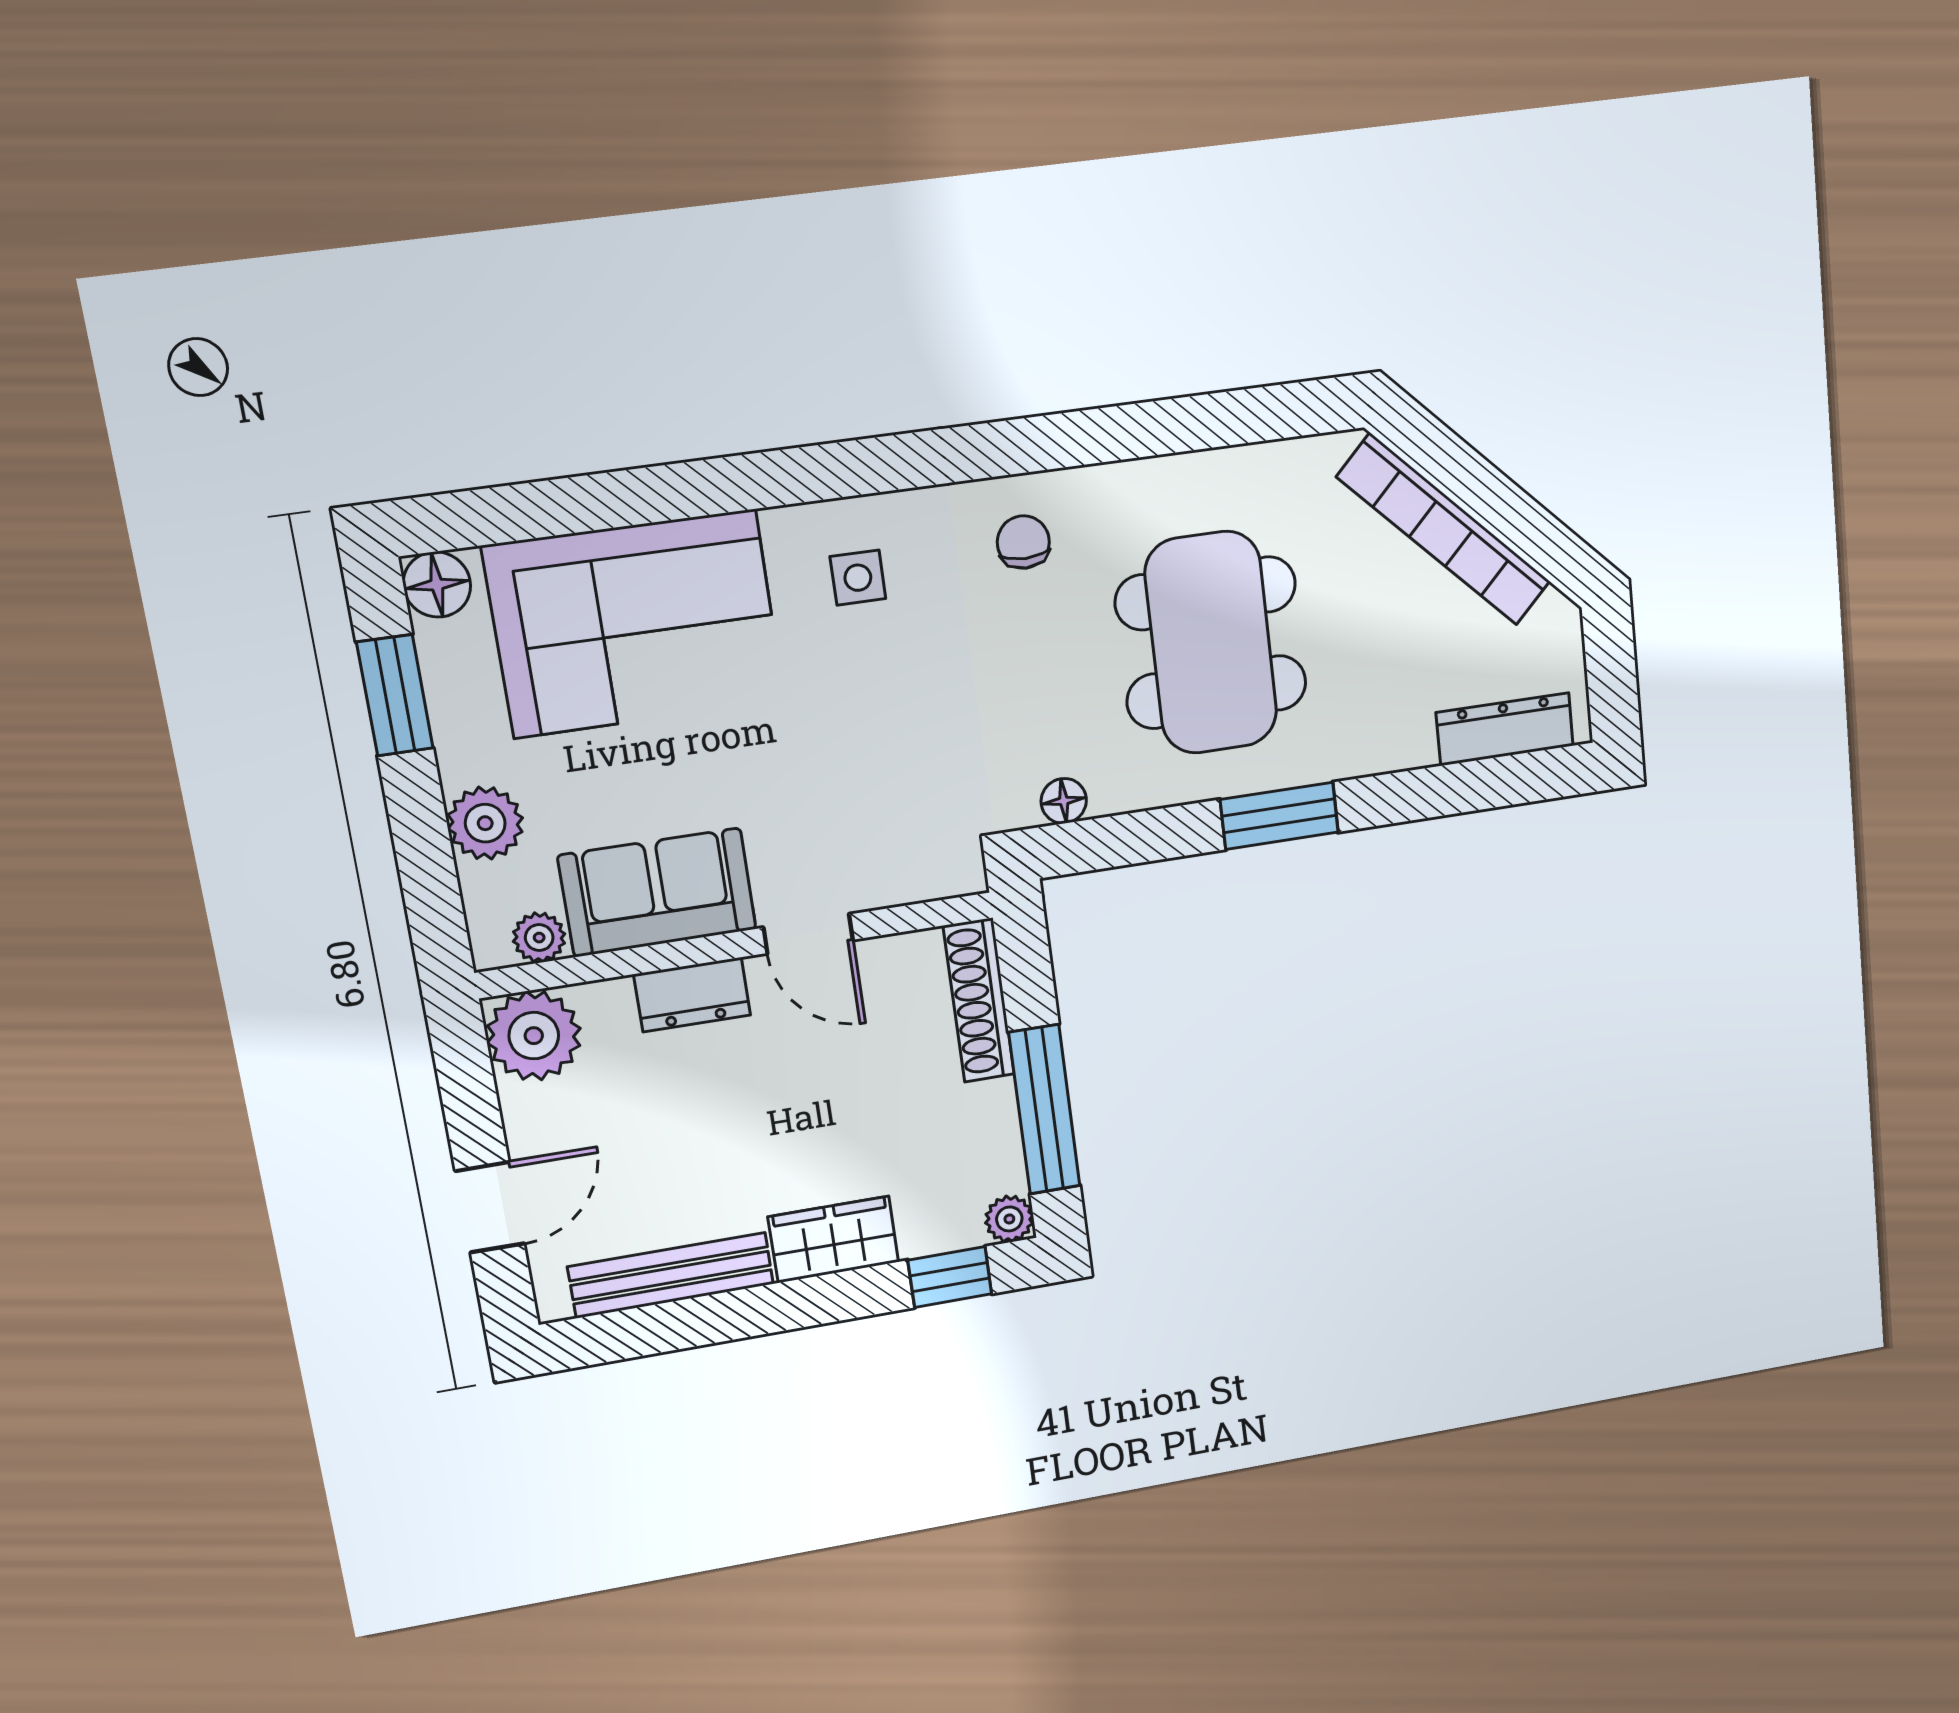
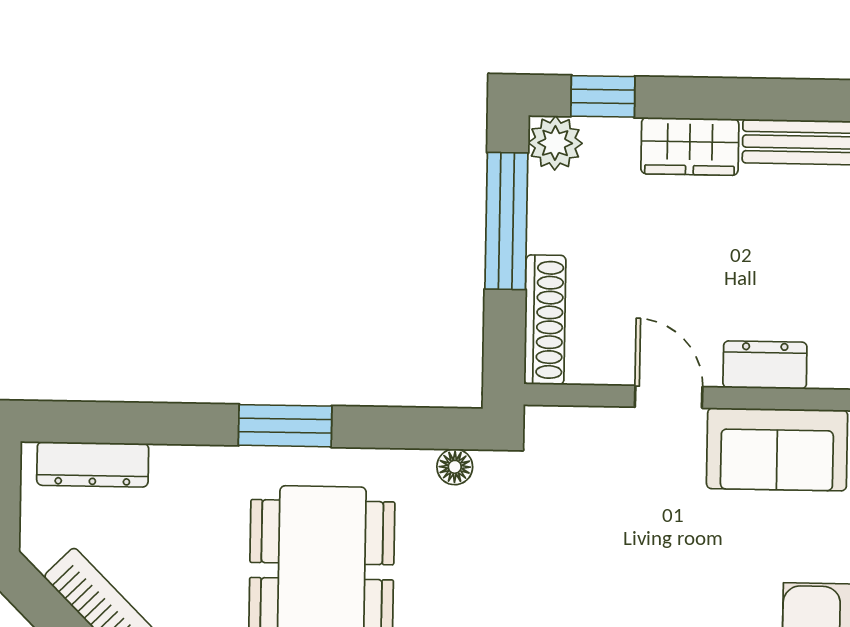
plant: (1009, 1219) -> (555, 143), width x1.38, depth x1.38

